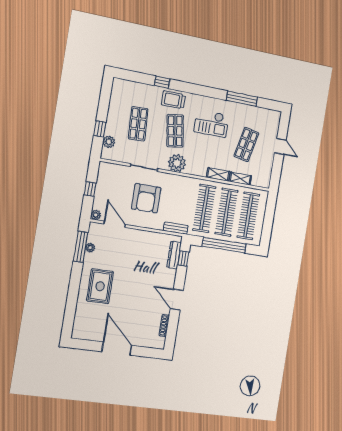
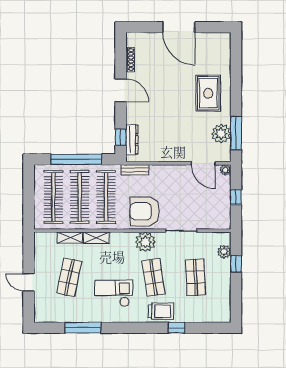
armchair: (146, 198) -> (145, 211), moved, turned -90
plant: (90, 248) -> (221, 134), width x1.87, depth x1.87

